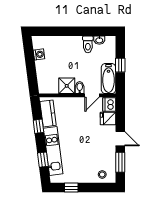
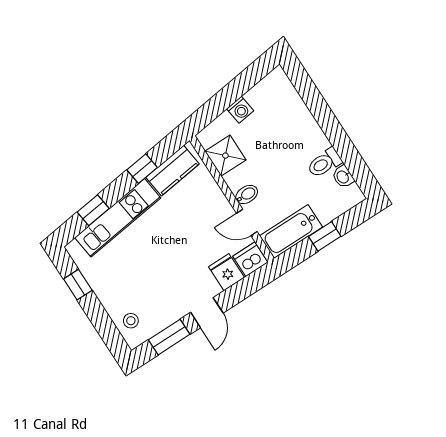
washing machine: (39, 54) -> (240, 110), moved
shower: (67, 86) -> (225, 156), moved

